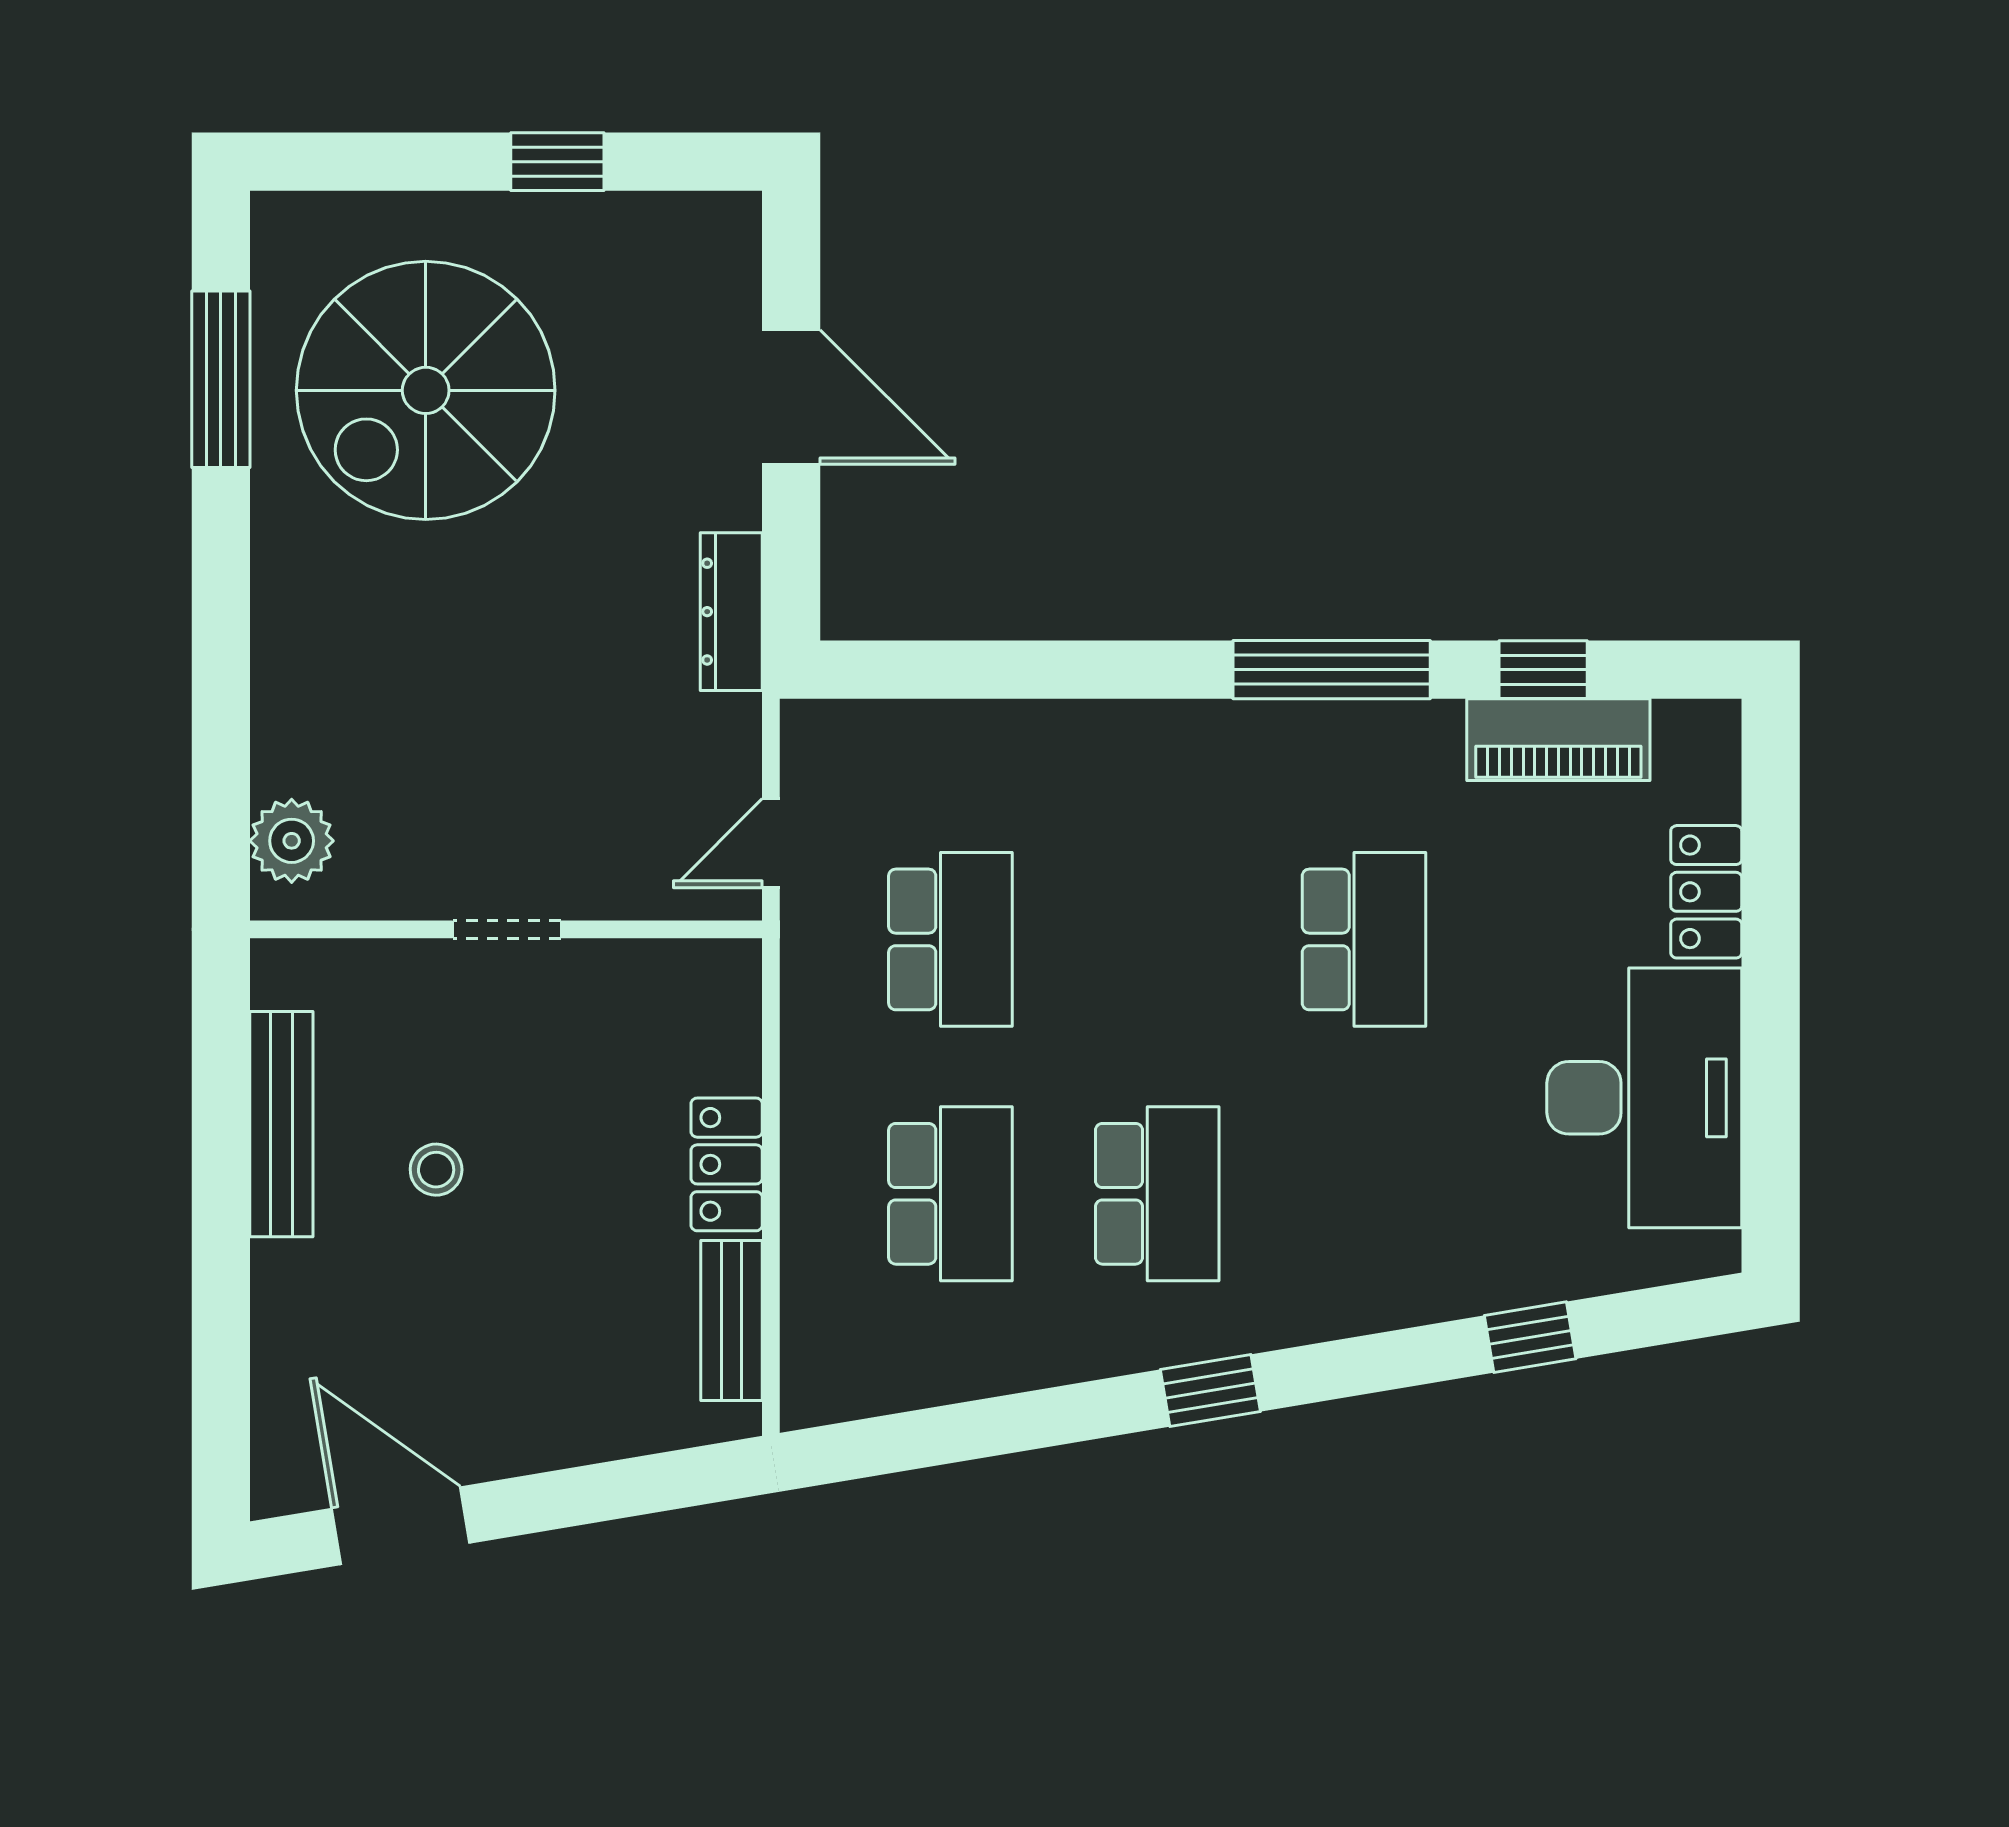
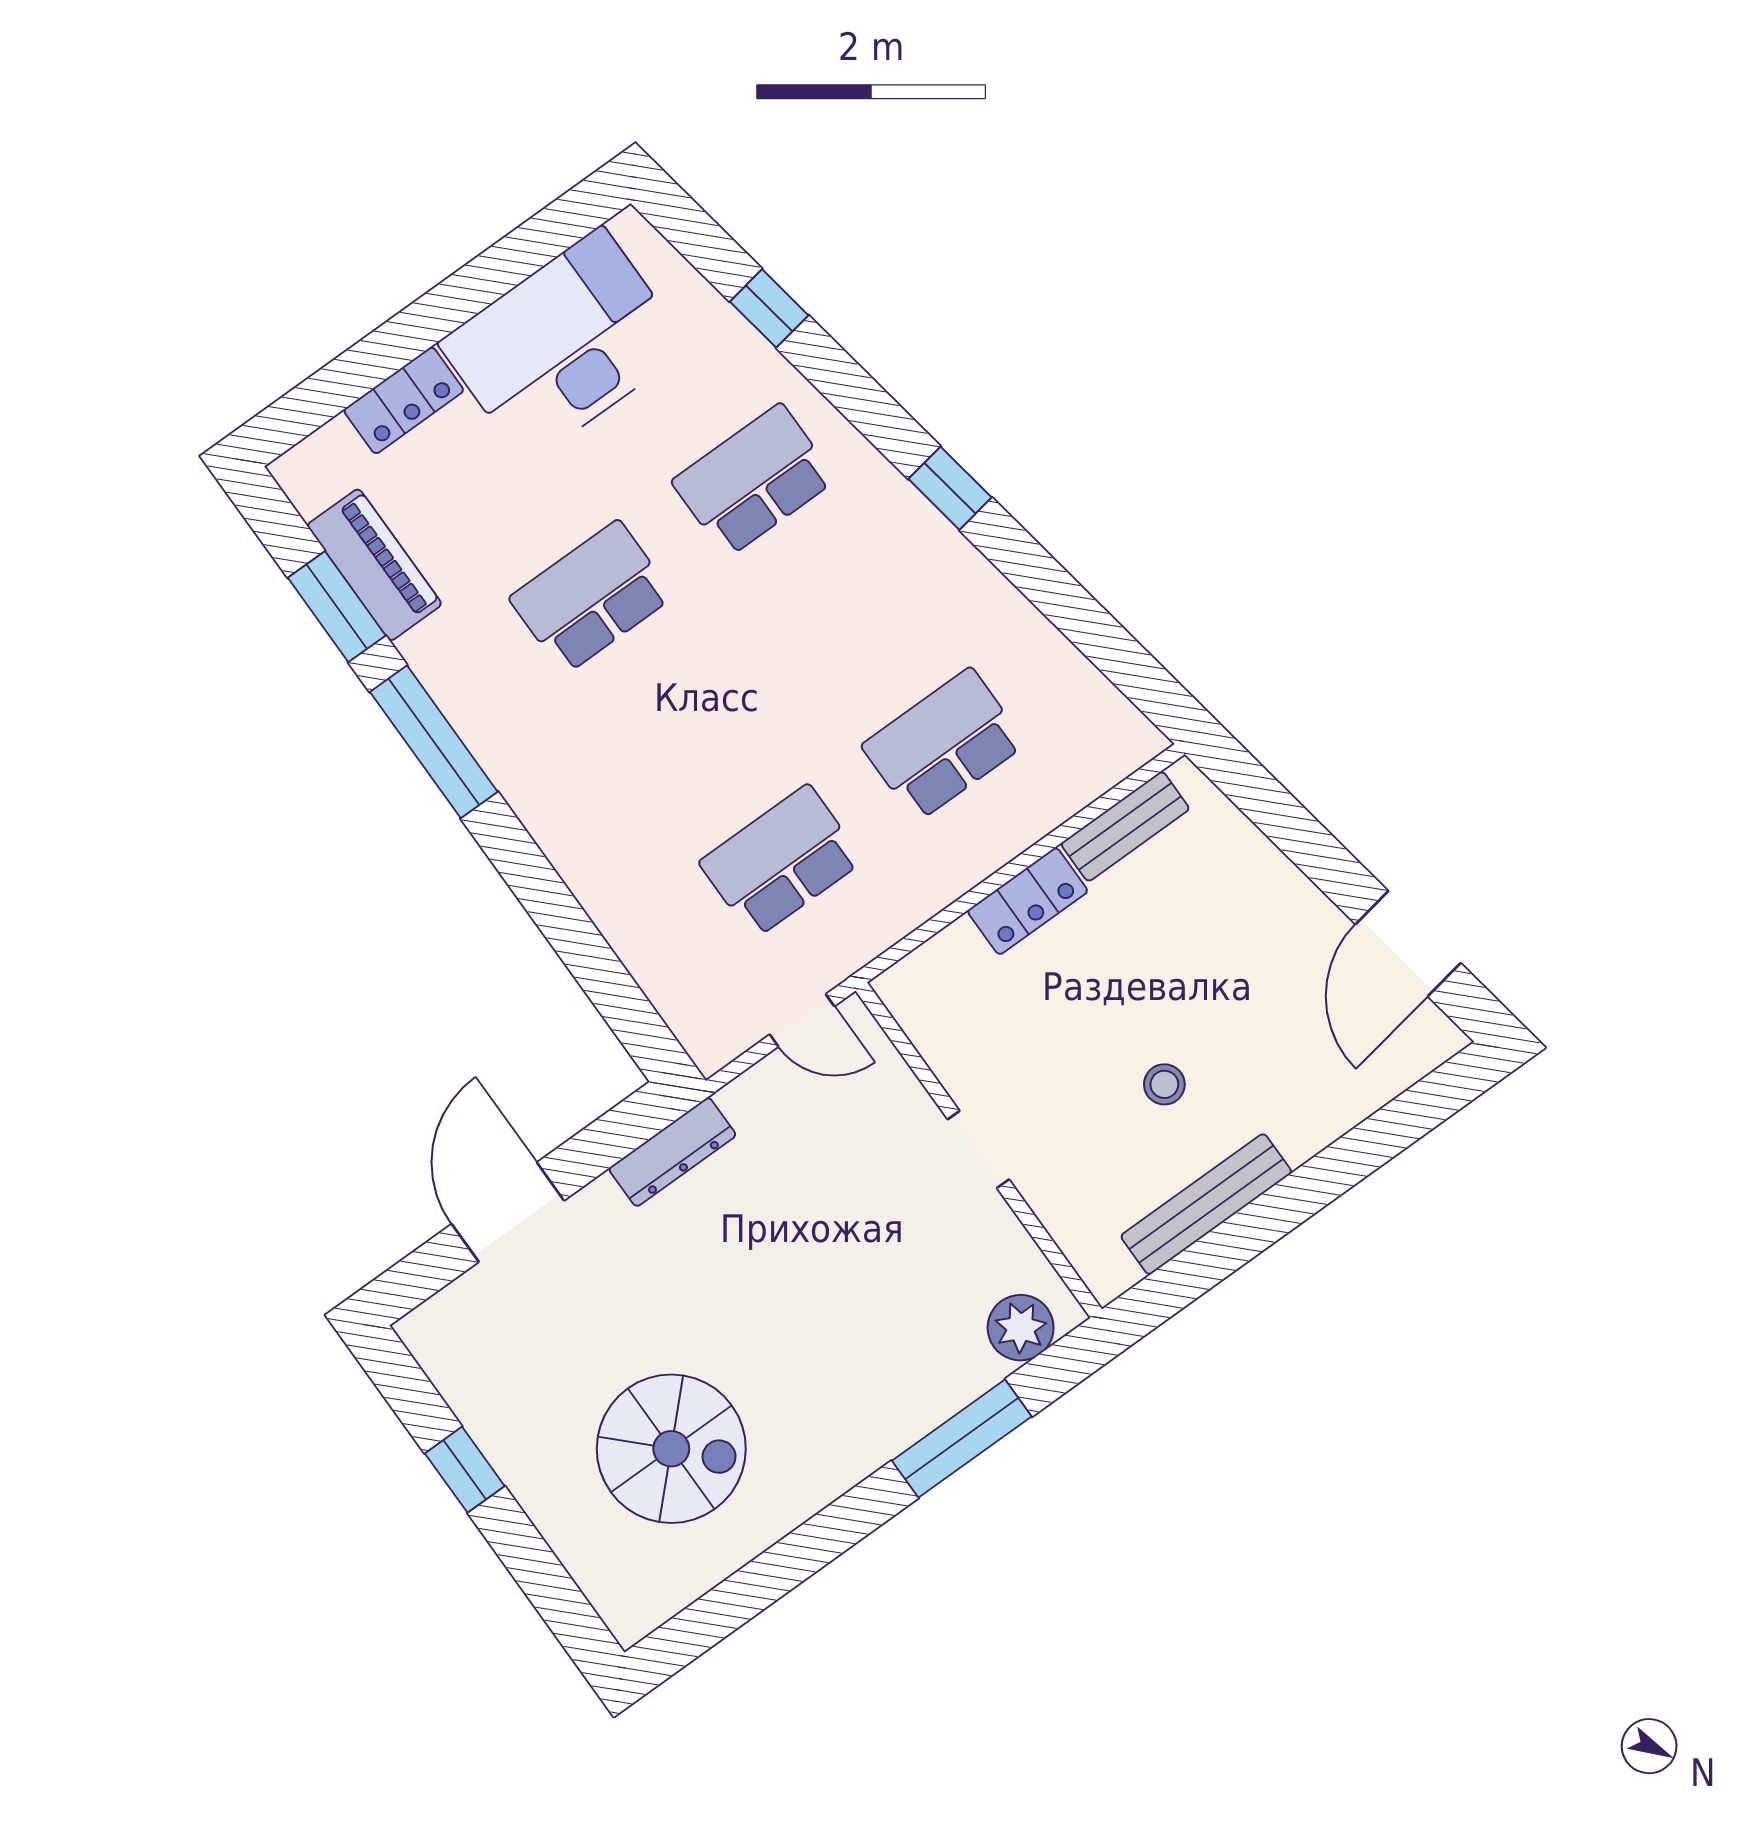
window: (221, 379) -> (962, 1439), moved
spiral stairs: (426, 390) -> (671, 1449), width x0.73, depth x0.73
window: (1543, 670) -> (337, 607), width x1.50
school desk: (1157, 1194) -> (754, 480), moved

